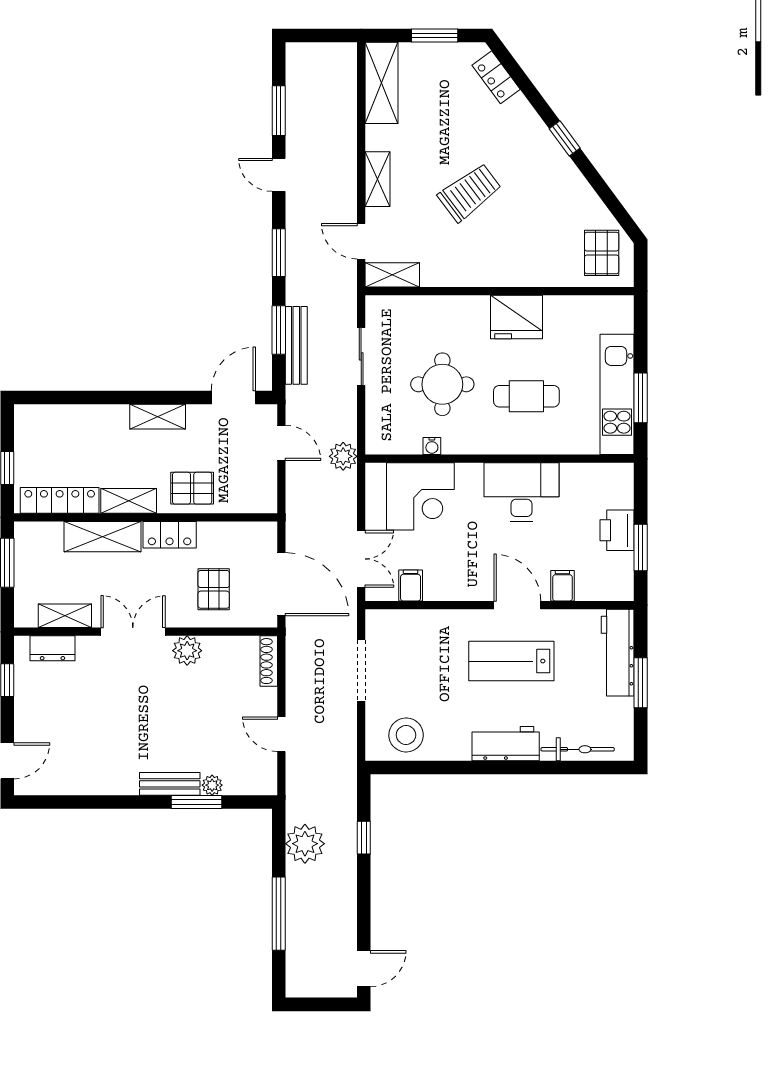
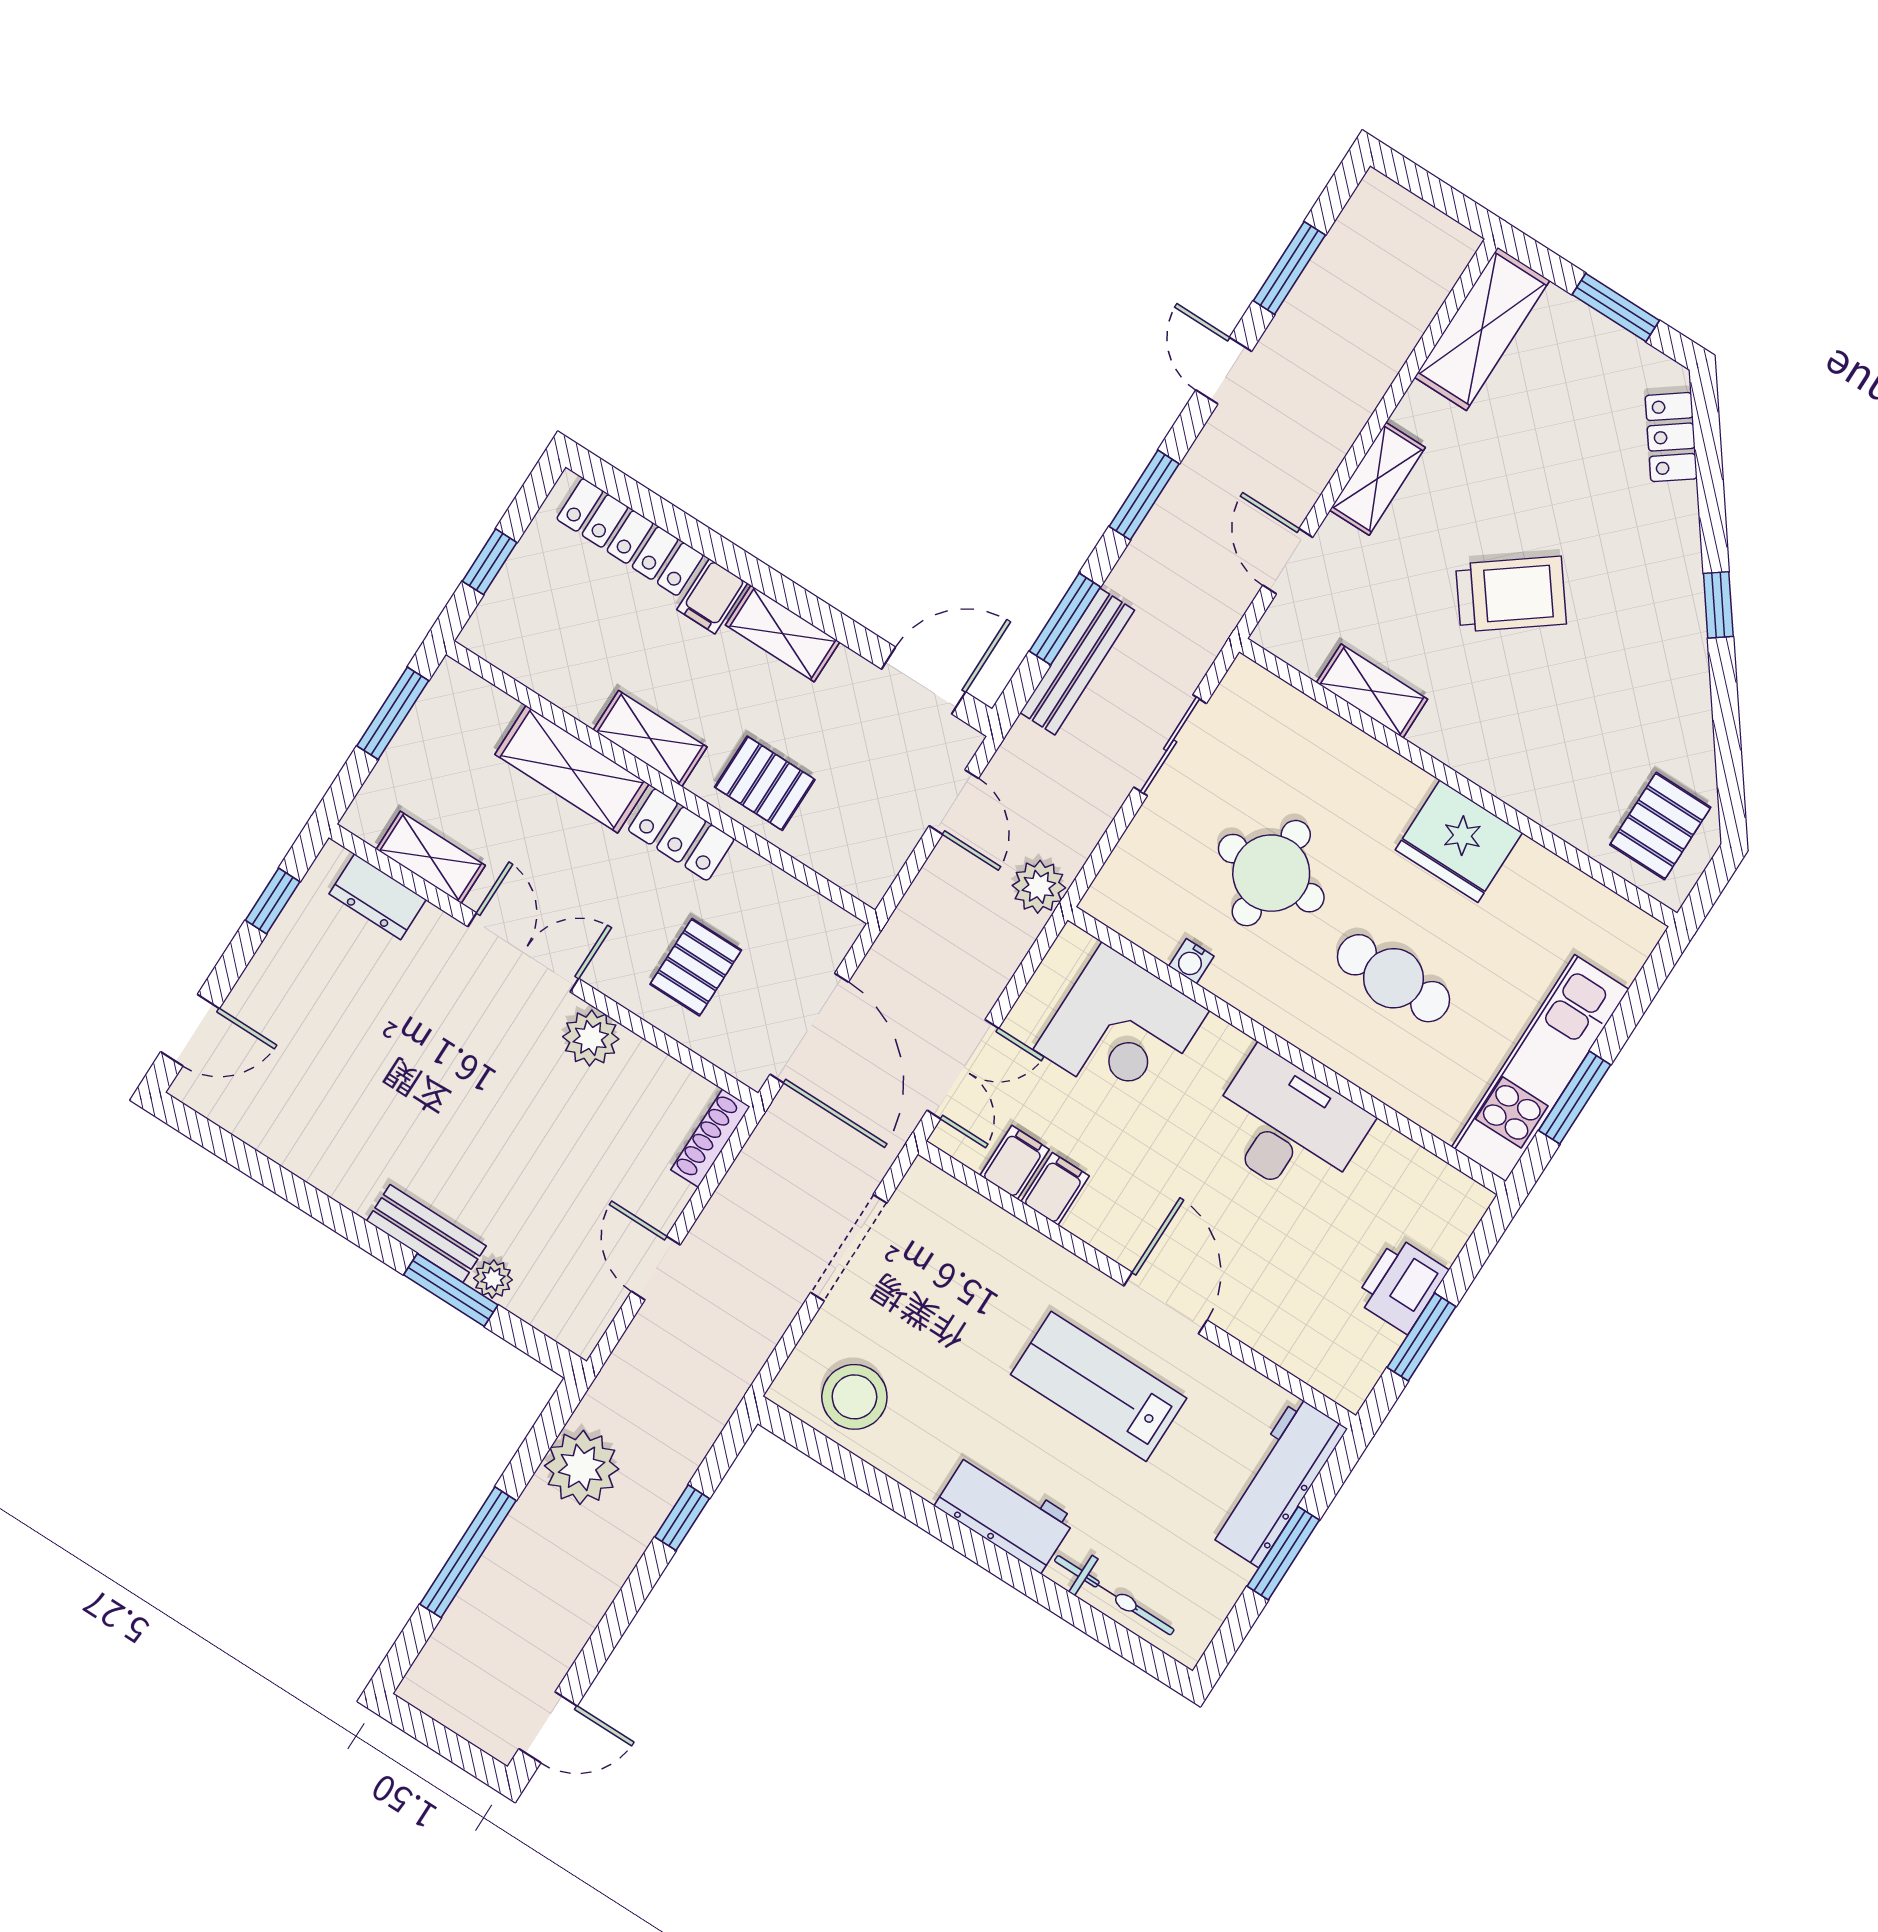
shelving: (392, 275) -> (1372, 691), moved
filing cabinet: (116, 420) -> (712, 596), added
locker: (60, 500) -> (630, 537), moved, turned 180
filing cabinet: (562, 586) -> (1055, 1189), moved

